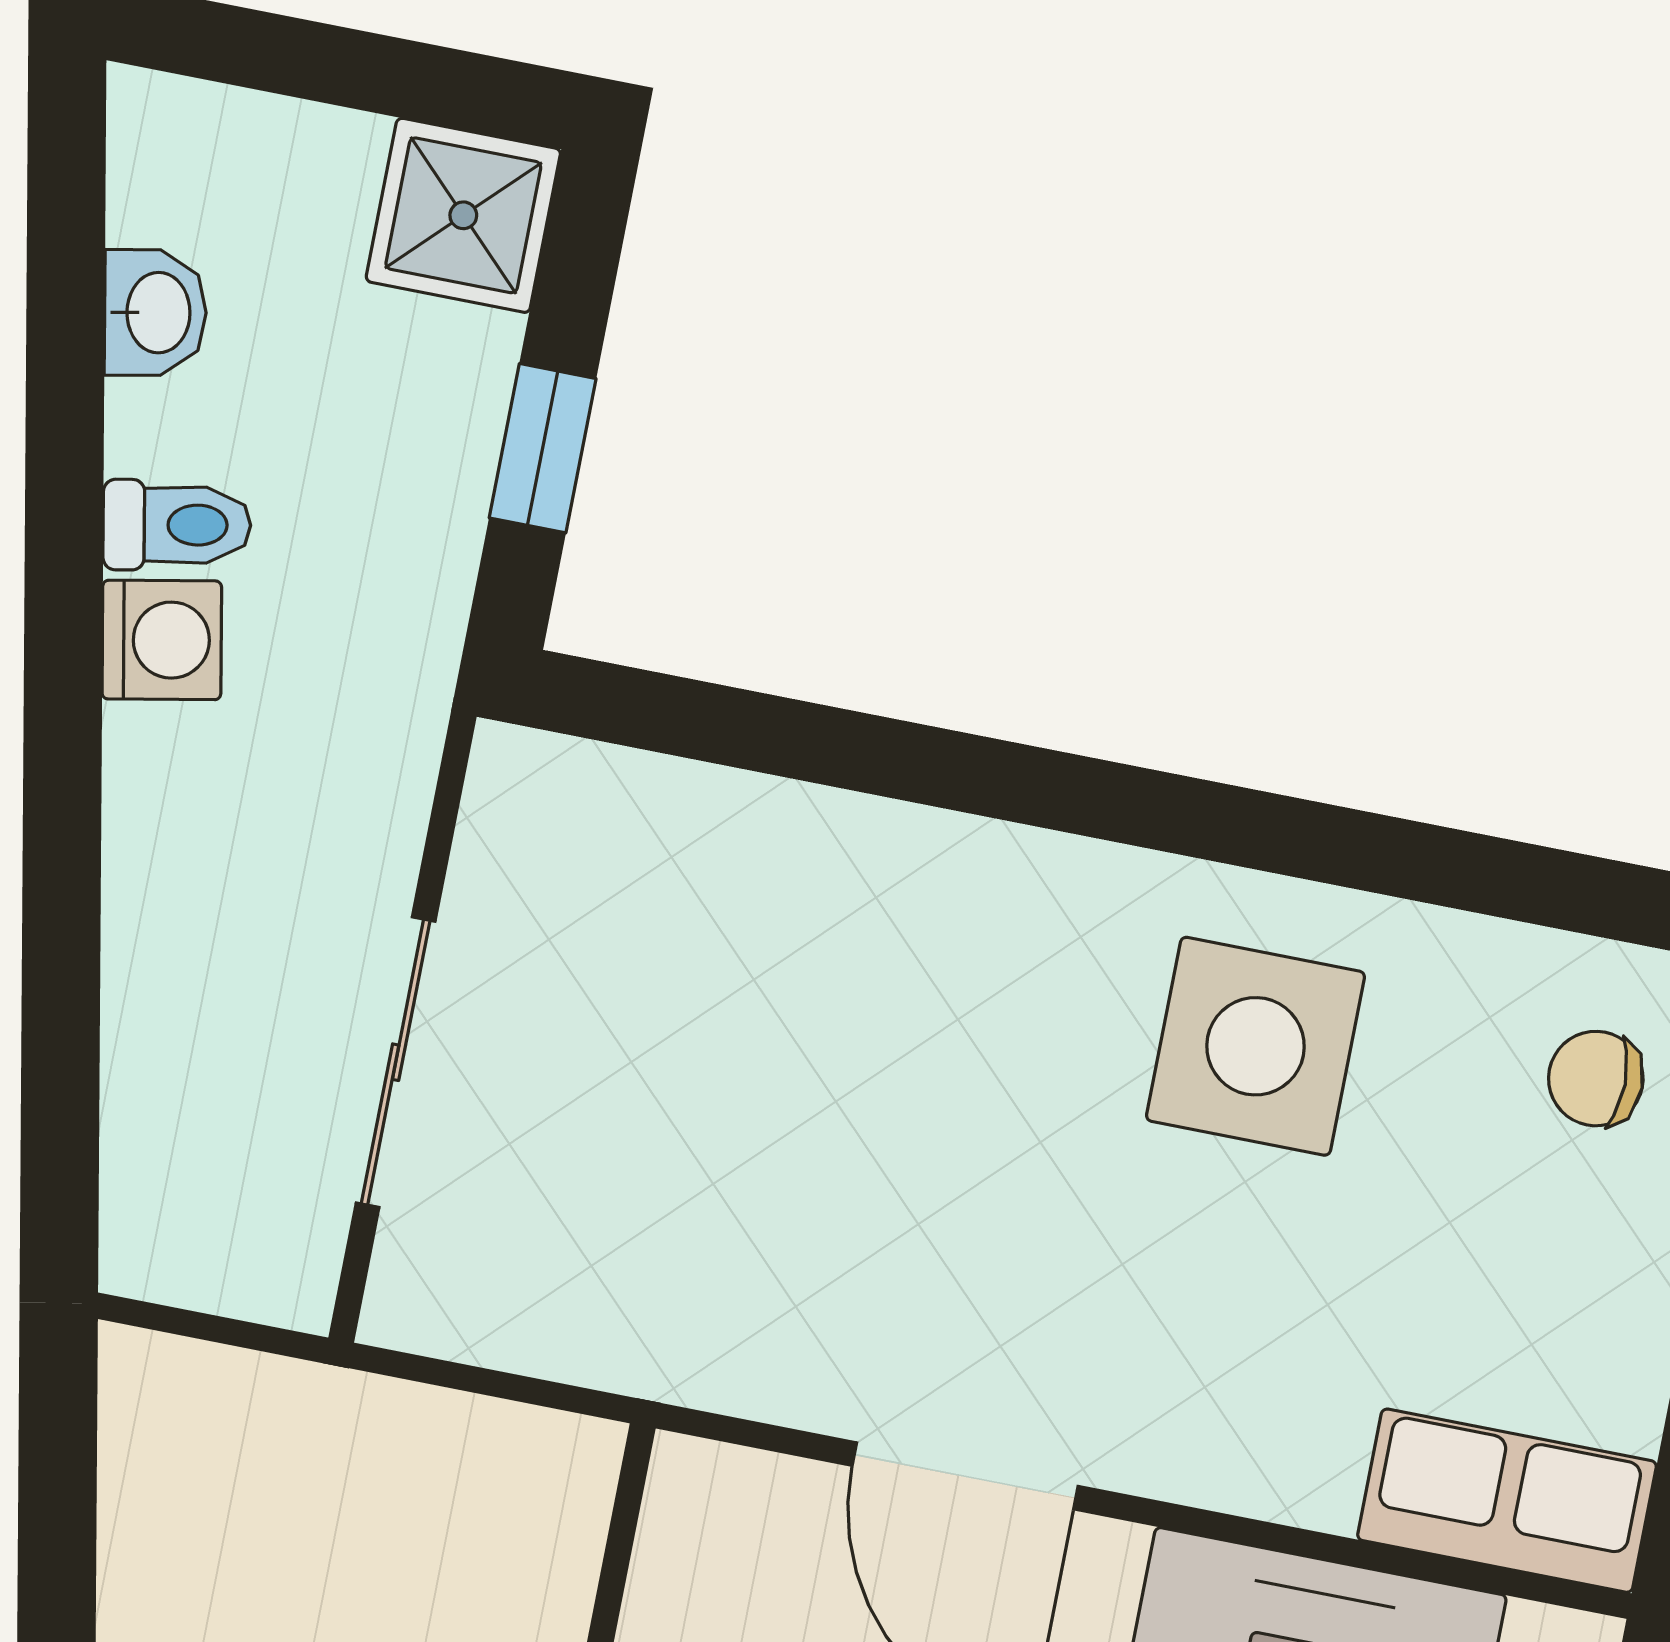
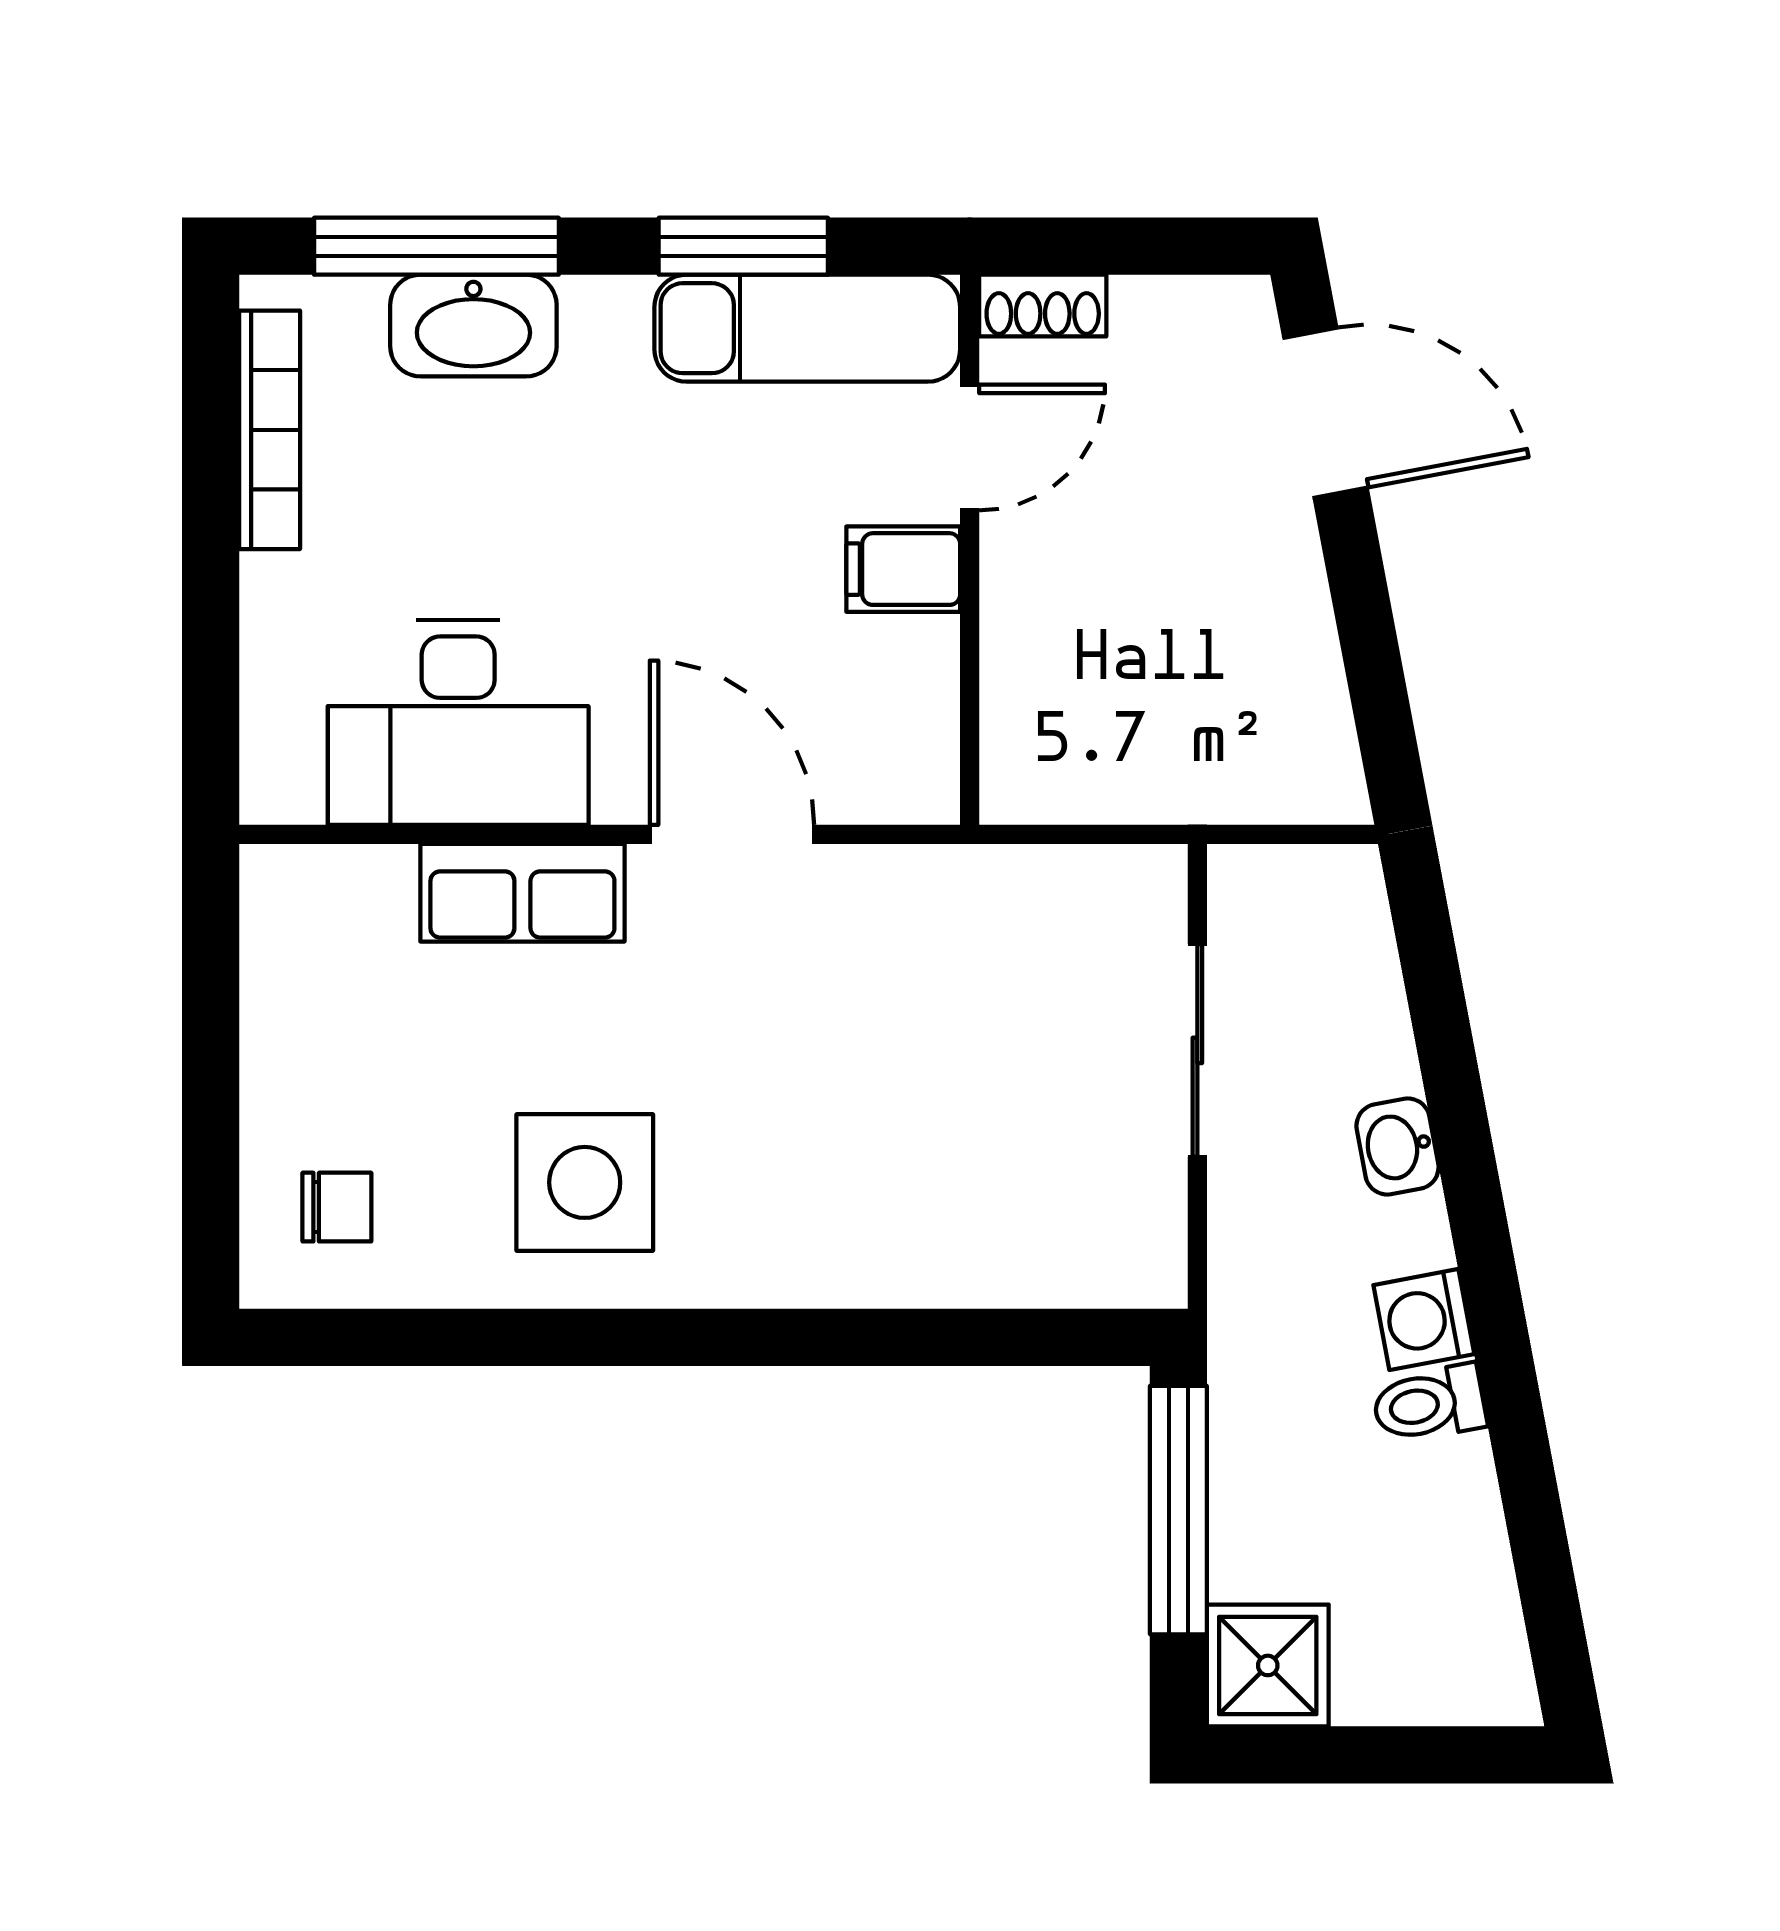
washbasin: (155, 313) -> (1398, 1146), moved
window: (543, 448) -> (1178, 1510), width x2.17
row of seats: (1507, 1501) -> (522, 893), moved

